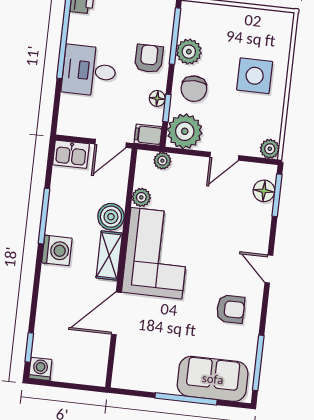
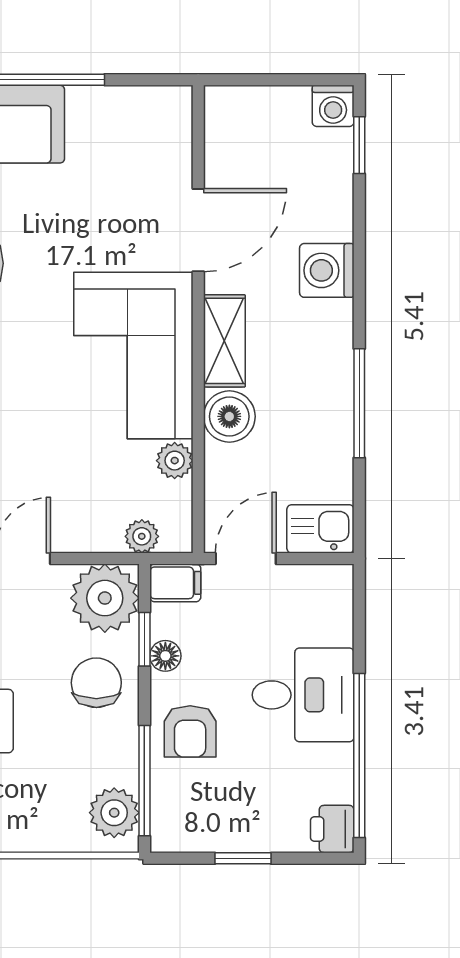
plant: (189, 52) -> (114, 813), moved
washing machine: (57, 250) -> (327, 270), moved

